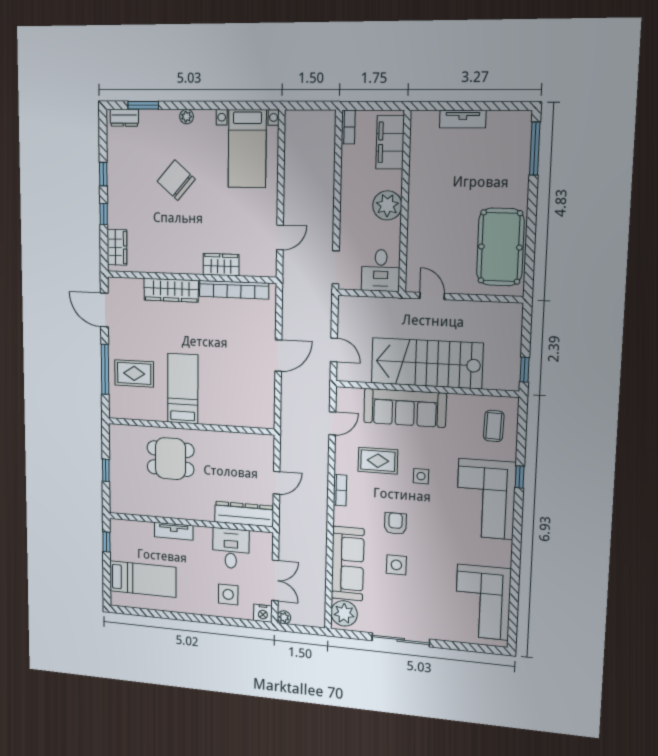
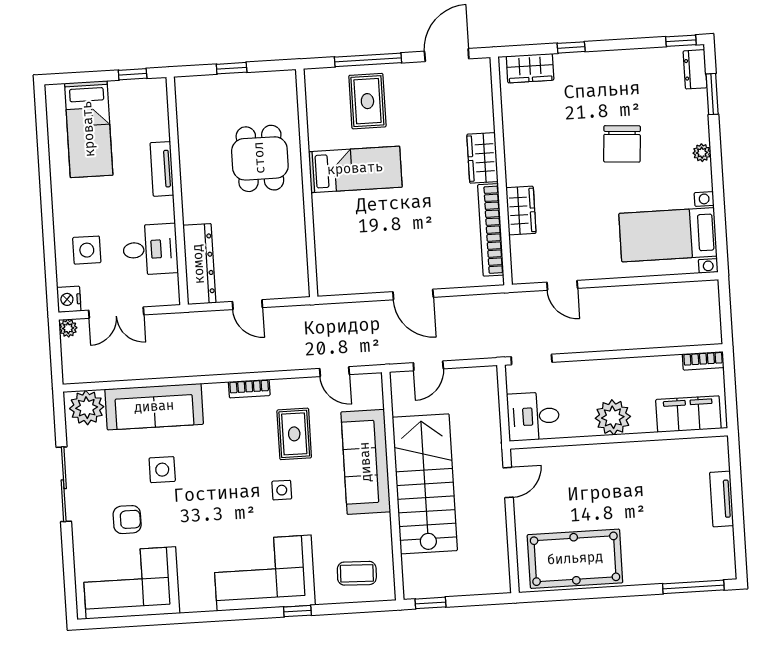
window: (103, 174) -> (681, 41), moved
chair: (176, 180) -> (622, 144), turned 143
wardrobe: (171, 290) -> (482, 158), width x0.67
armchair: (395, 524) -> (127, 520), moved

